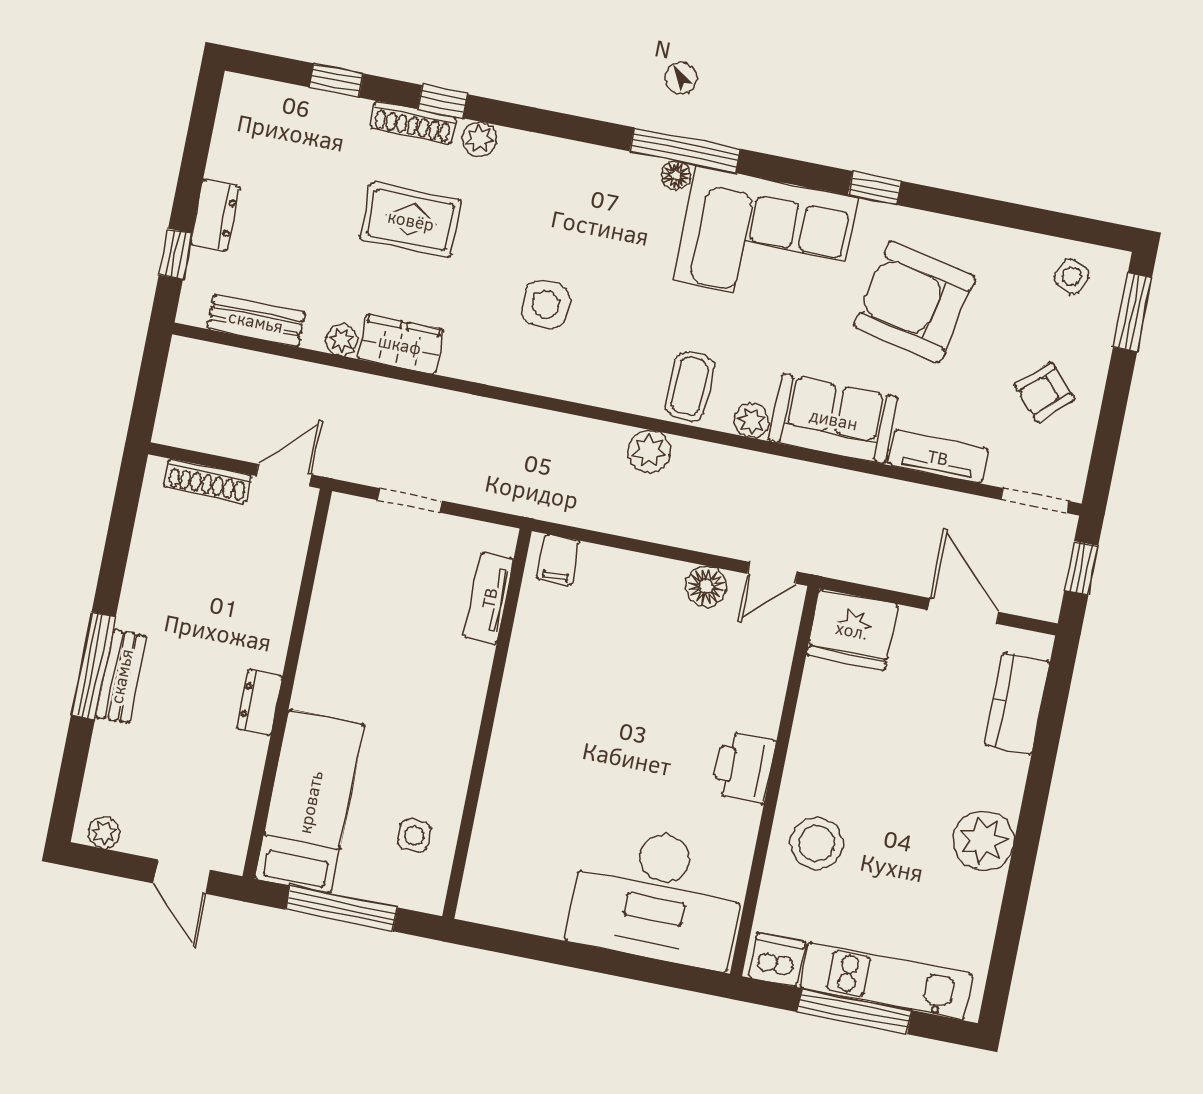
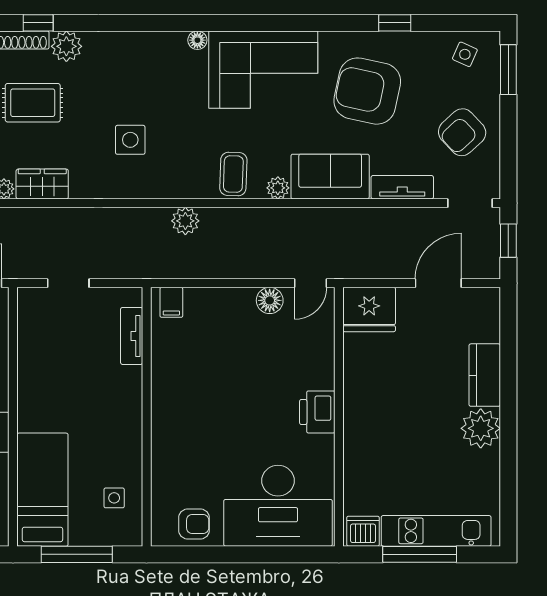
plant: (479, 139) -> (66, 46), width x1.38, depth x1.38
window: (685, 150) -> (200, 23), removed
window: (875, 188) -> (395, 23), moved
armchair: (1044, 392) -> (462, 132), width x1.38, depth x1.38
plant: (649, 451) -> (185, 221), moved
door: (963, 611) -> (438, 283), hinge flipped
kitchen counter: (1017, 703) -> (485, 375), moved
stool: (817, 843) -> (374, 451), removed
armchair: (526, 898) -> (194, 524), added

